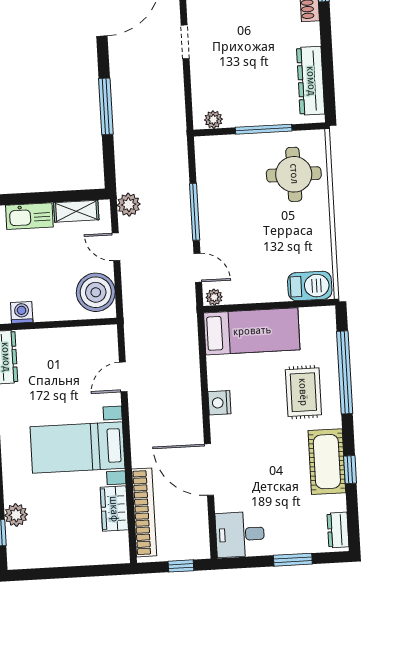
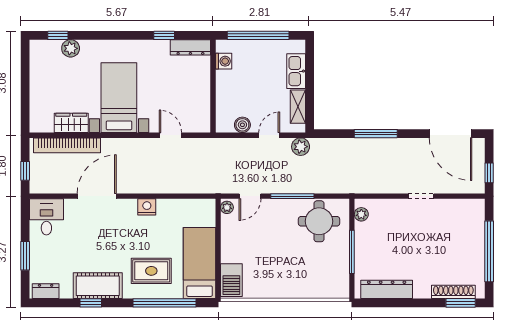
round table: (294, 174) -> (319, 221), moved
boiler: (96, 292) -> (242, 125), width x0.54, depth x0.54
bed: (252, 331) -> (200, 263), moved, turned 180

